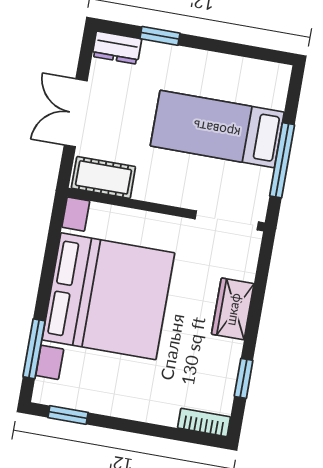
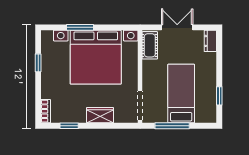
window: (160, 36) -> (219, 96), moved
window: (34, 349) -> (80, 27), moved
window: (68, 415) -> (38, 63), moved

